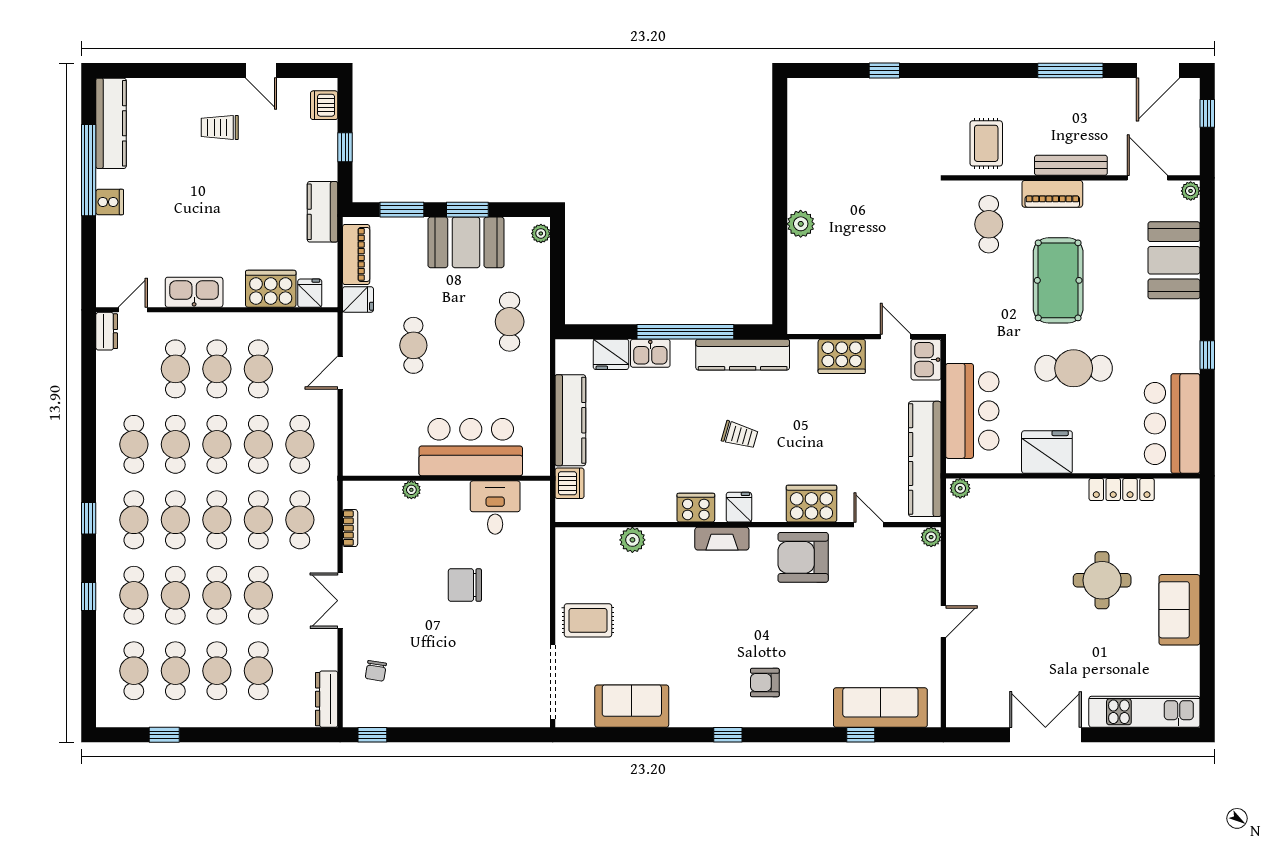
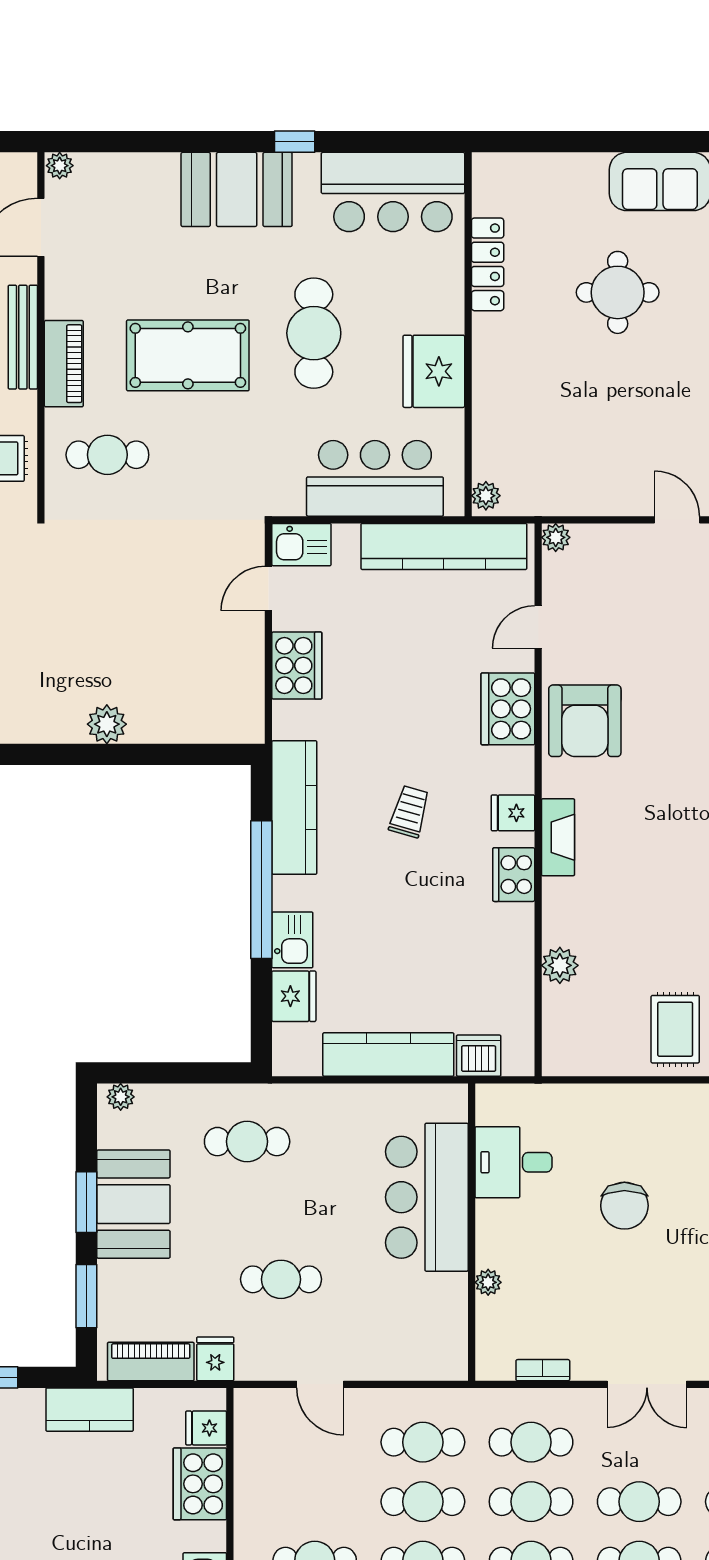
booth: (1174, 260) -> (237, 189), moved
cafe table: (258, 369) -> (315, 1502), removed

